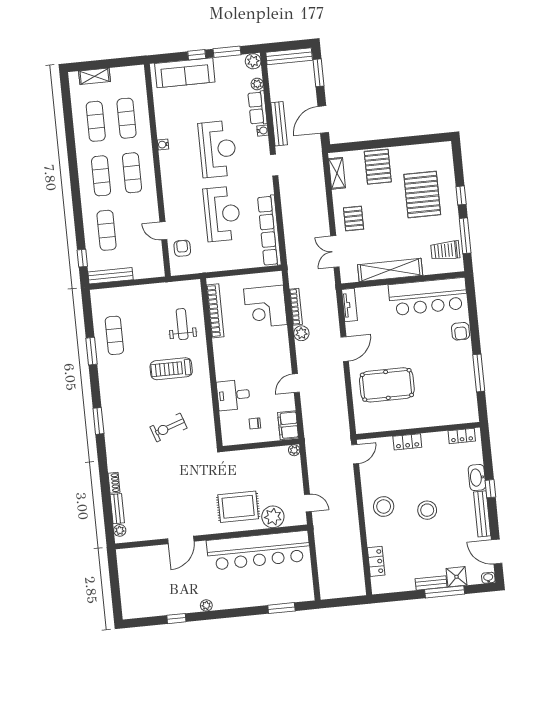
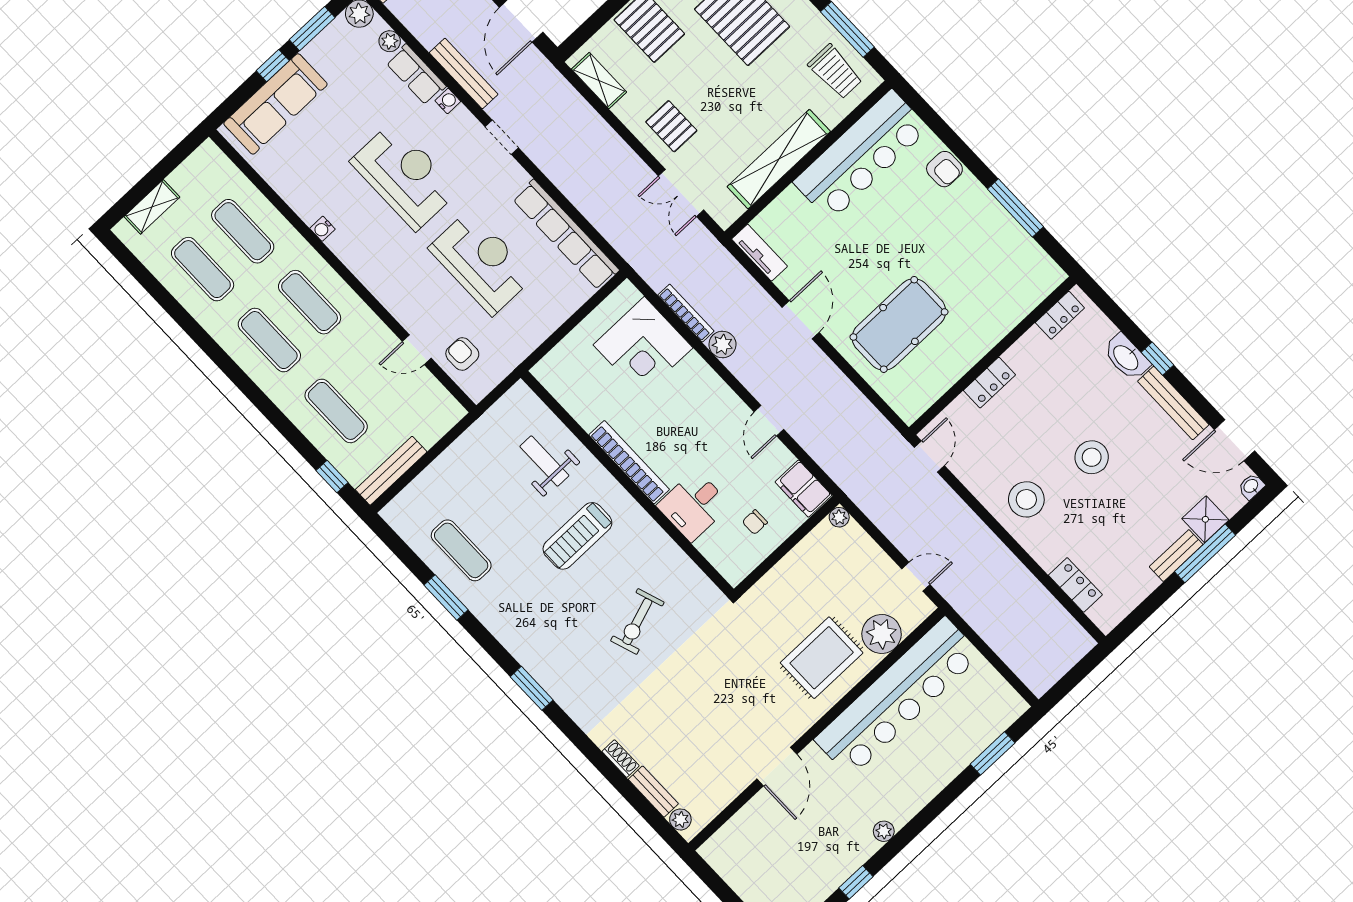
trolley: (445, 250) -> (835, 72), turned -90
bookcase: (215, 311) -> (629, 462), moved

